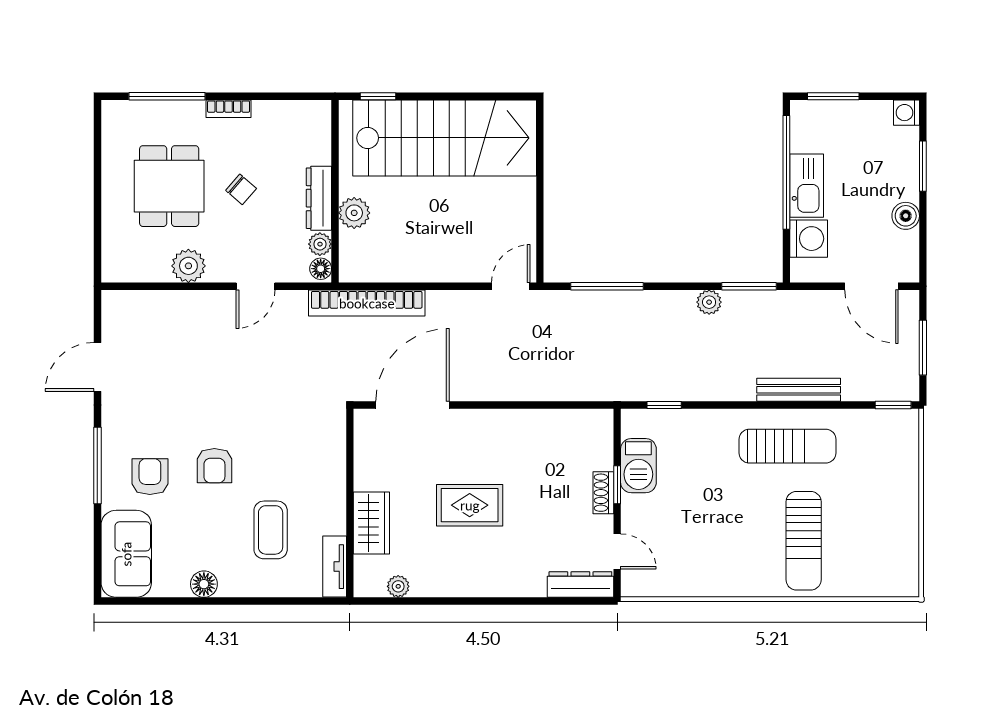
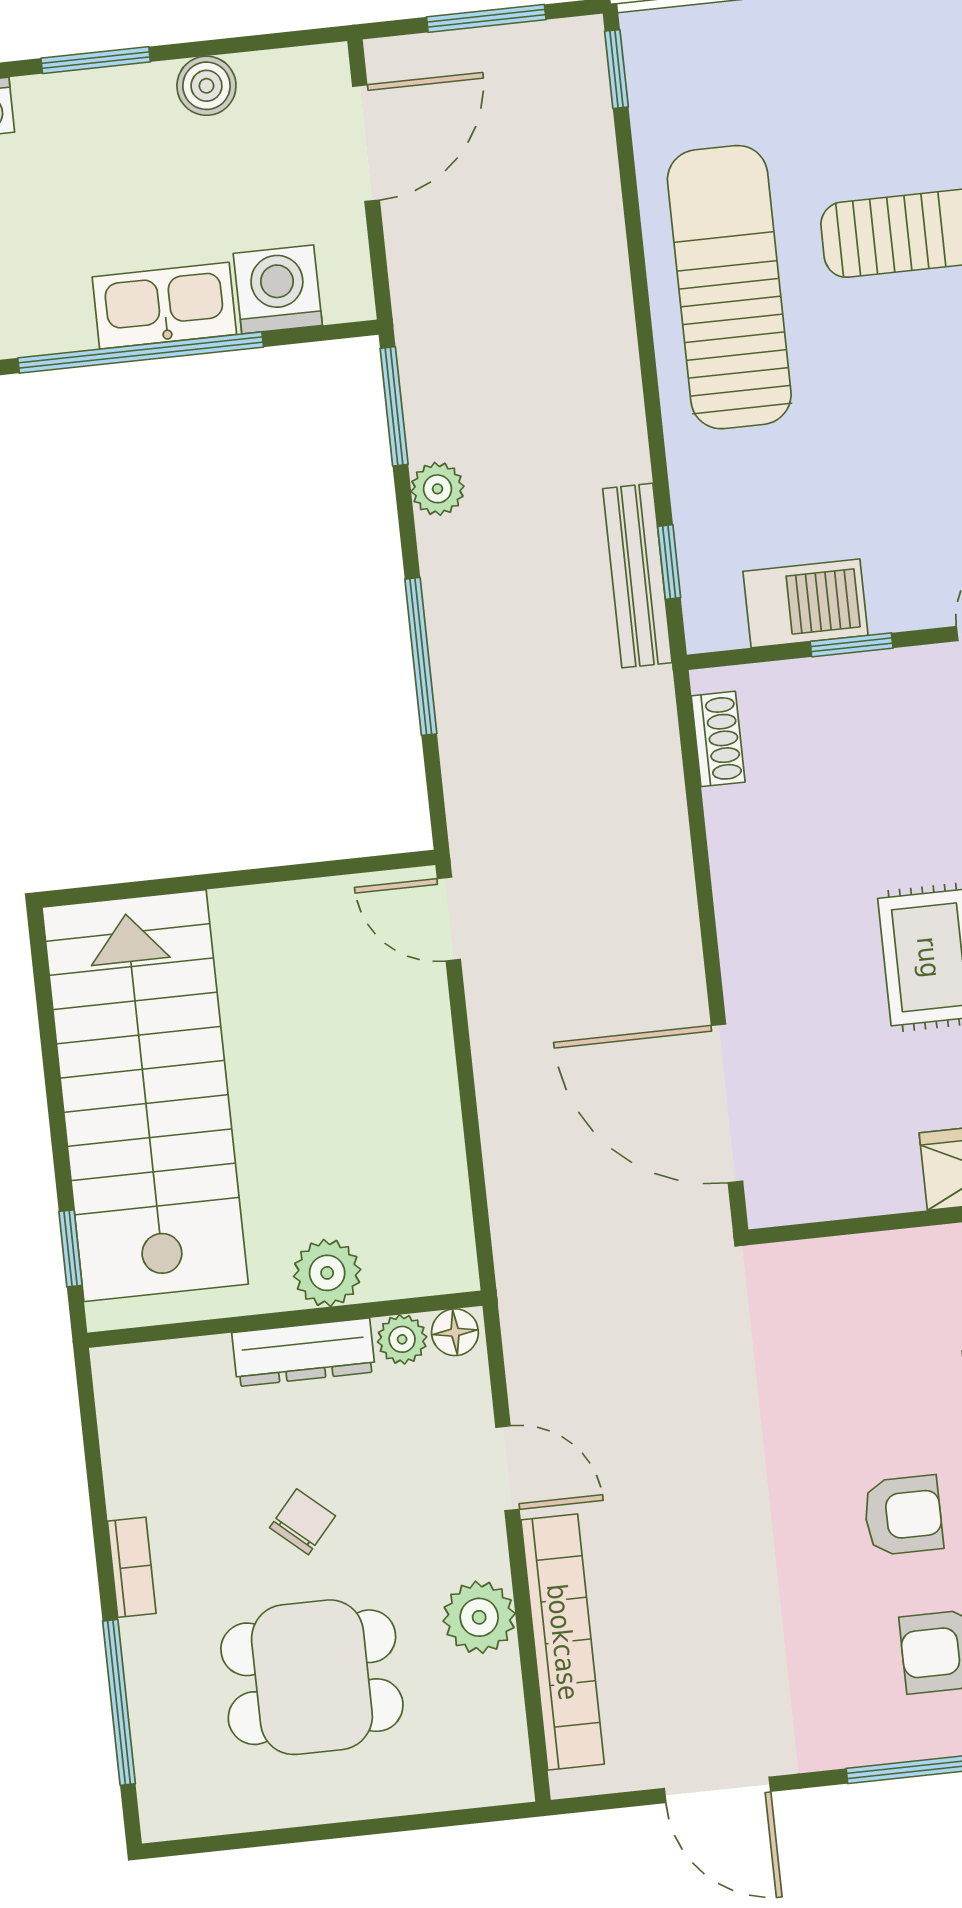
window: (607, 286) -> (421, 656), moved
bookcase: (367, 303) -> (563, 1642), moved
bench: (799, 390) -> (637, 576), moved
sun lounger: (787, 446) -> (729, 287), width x1.36, depth x1.34
shoe rack: (603, 493) -> (718, 739), moved, turned -90

